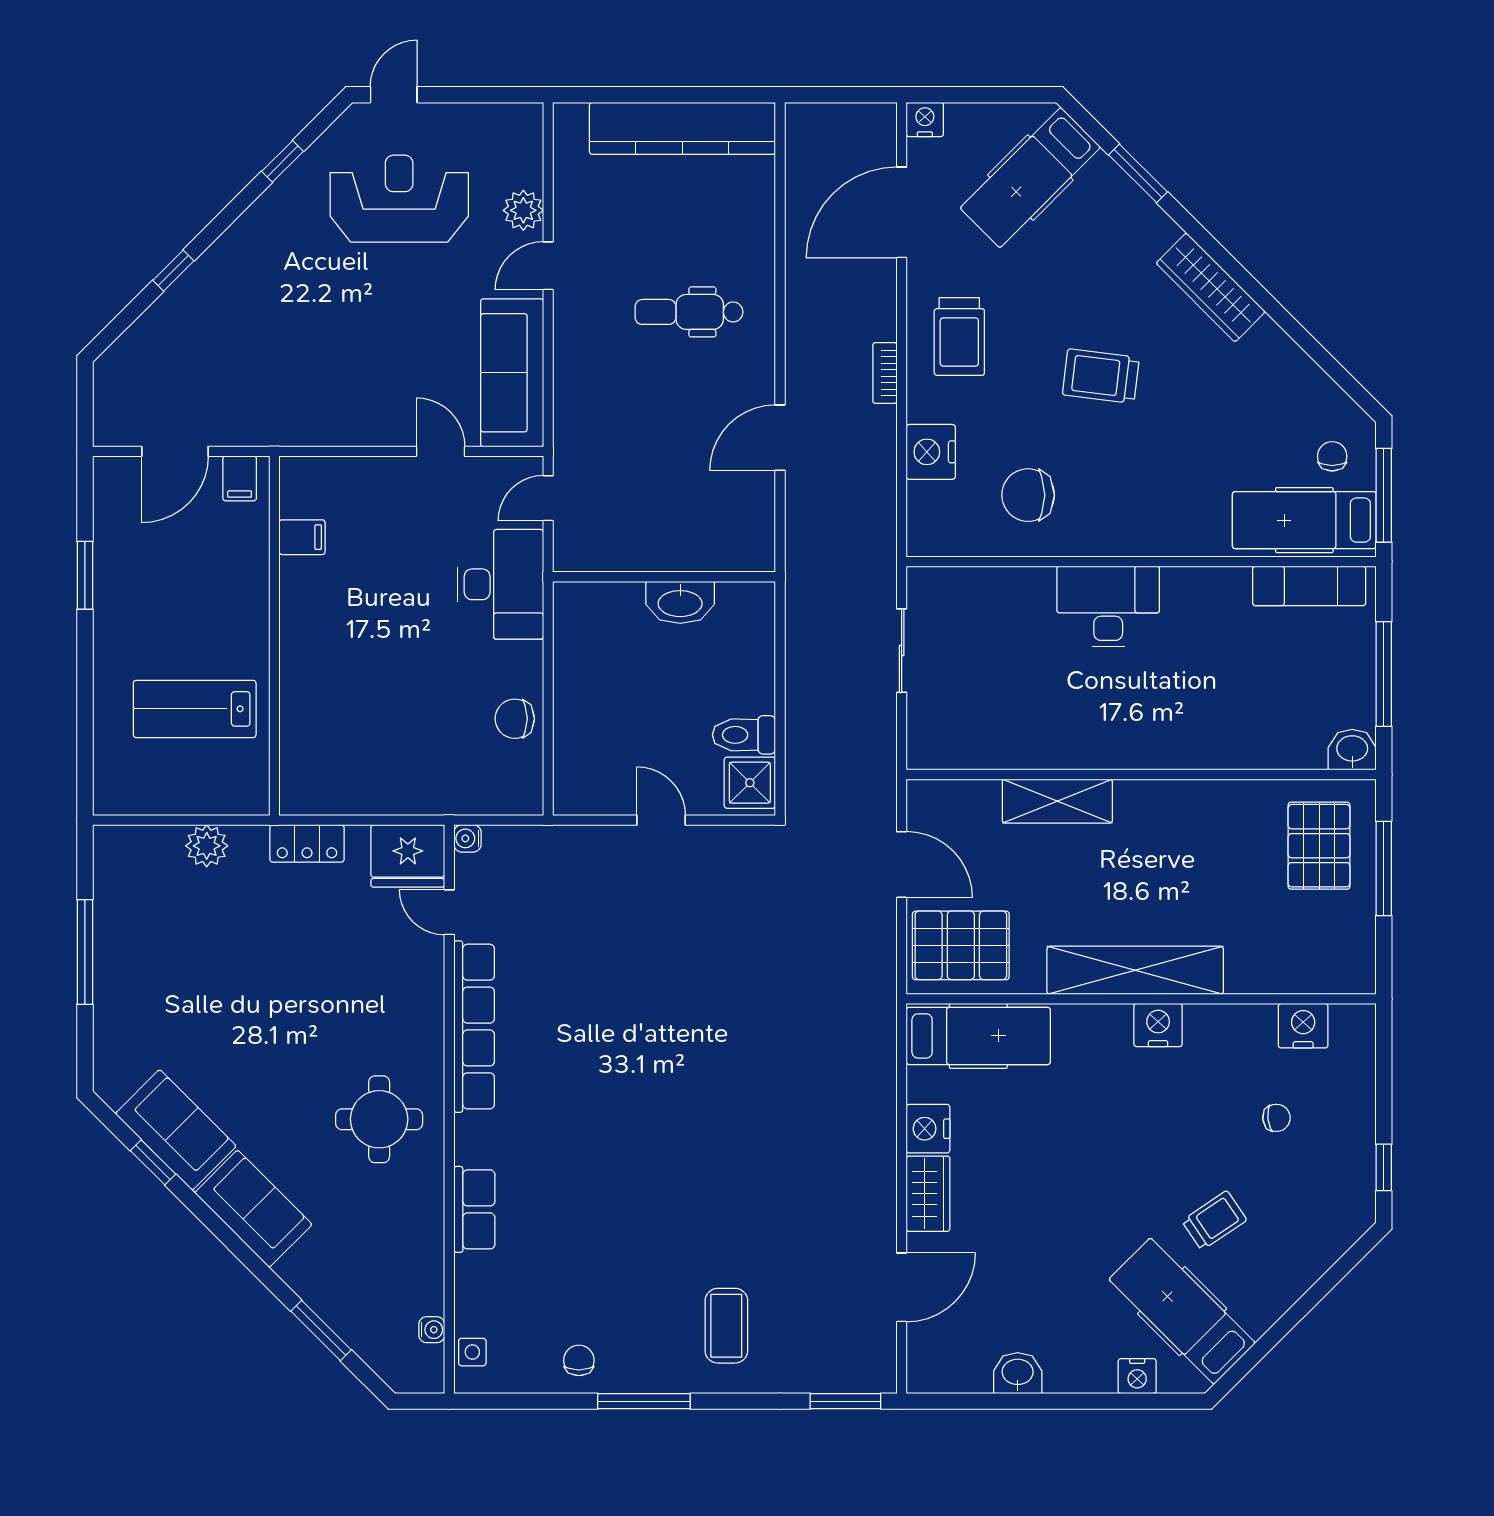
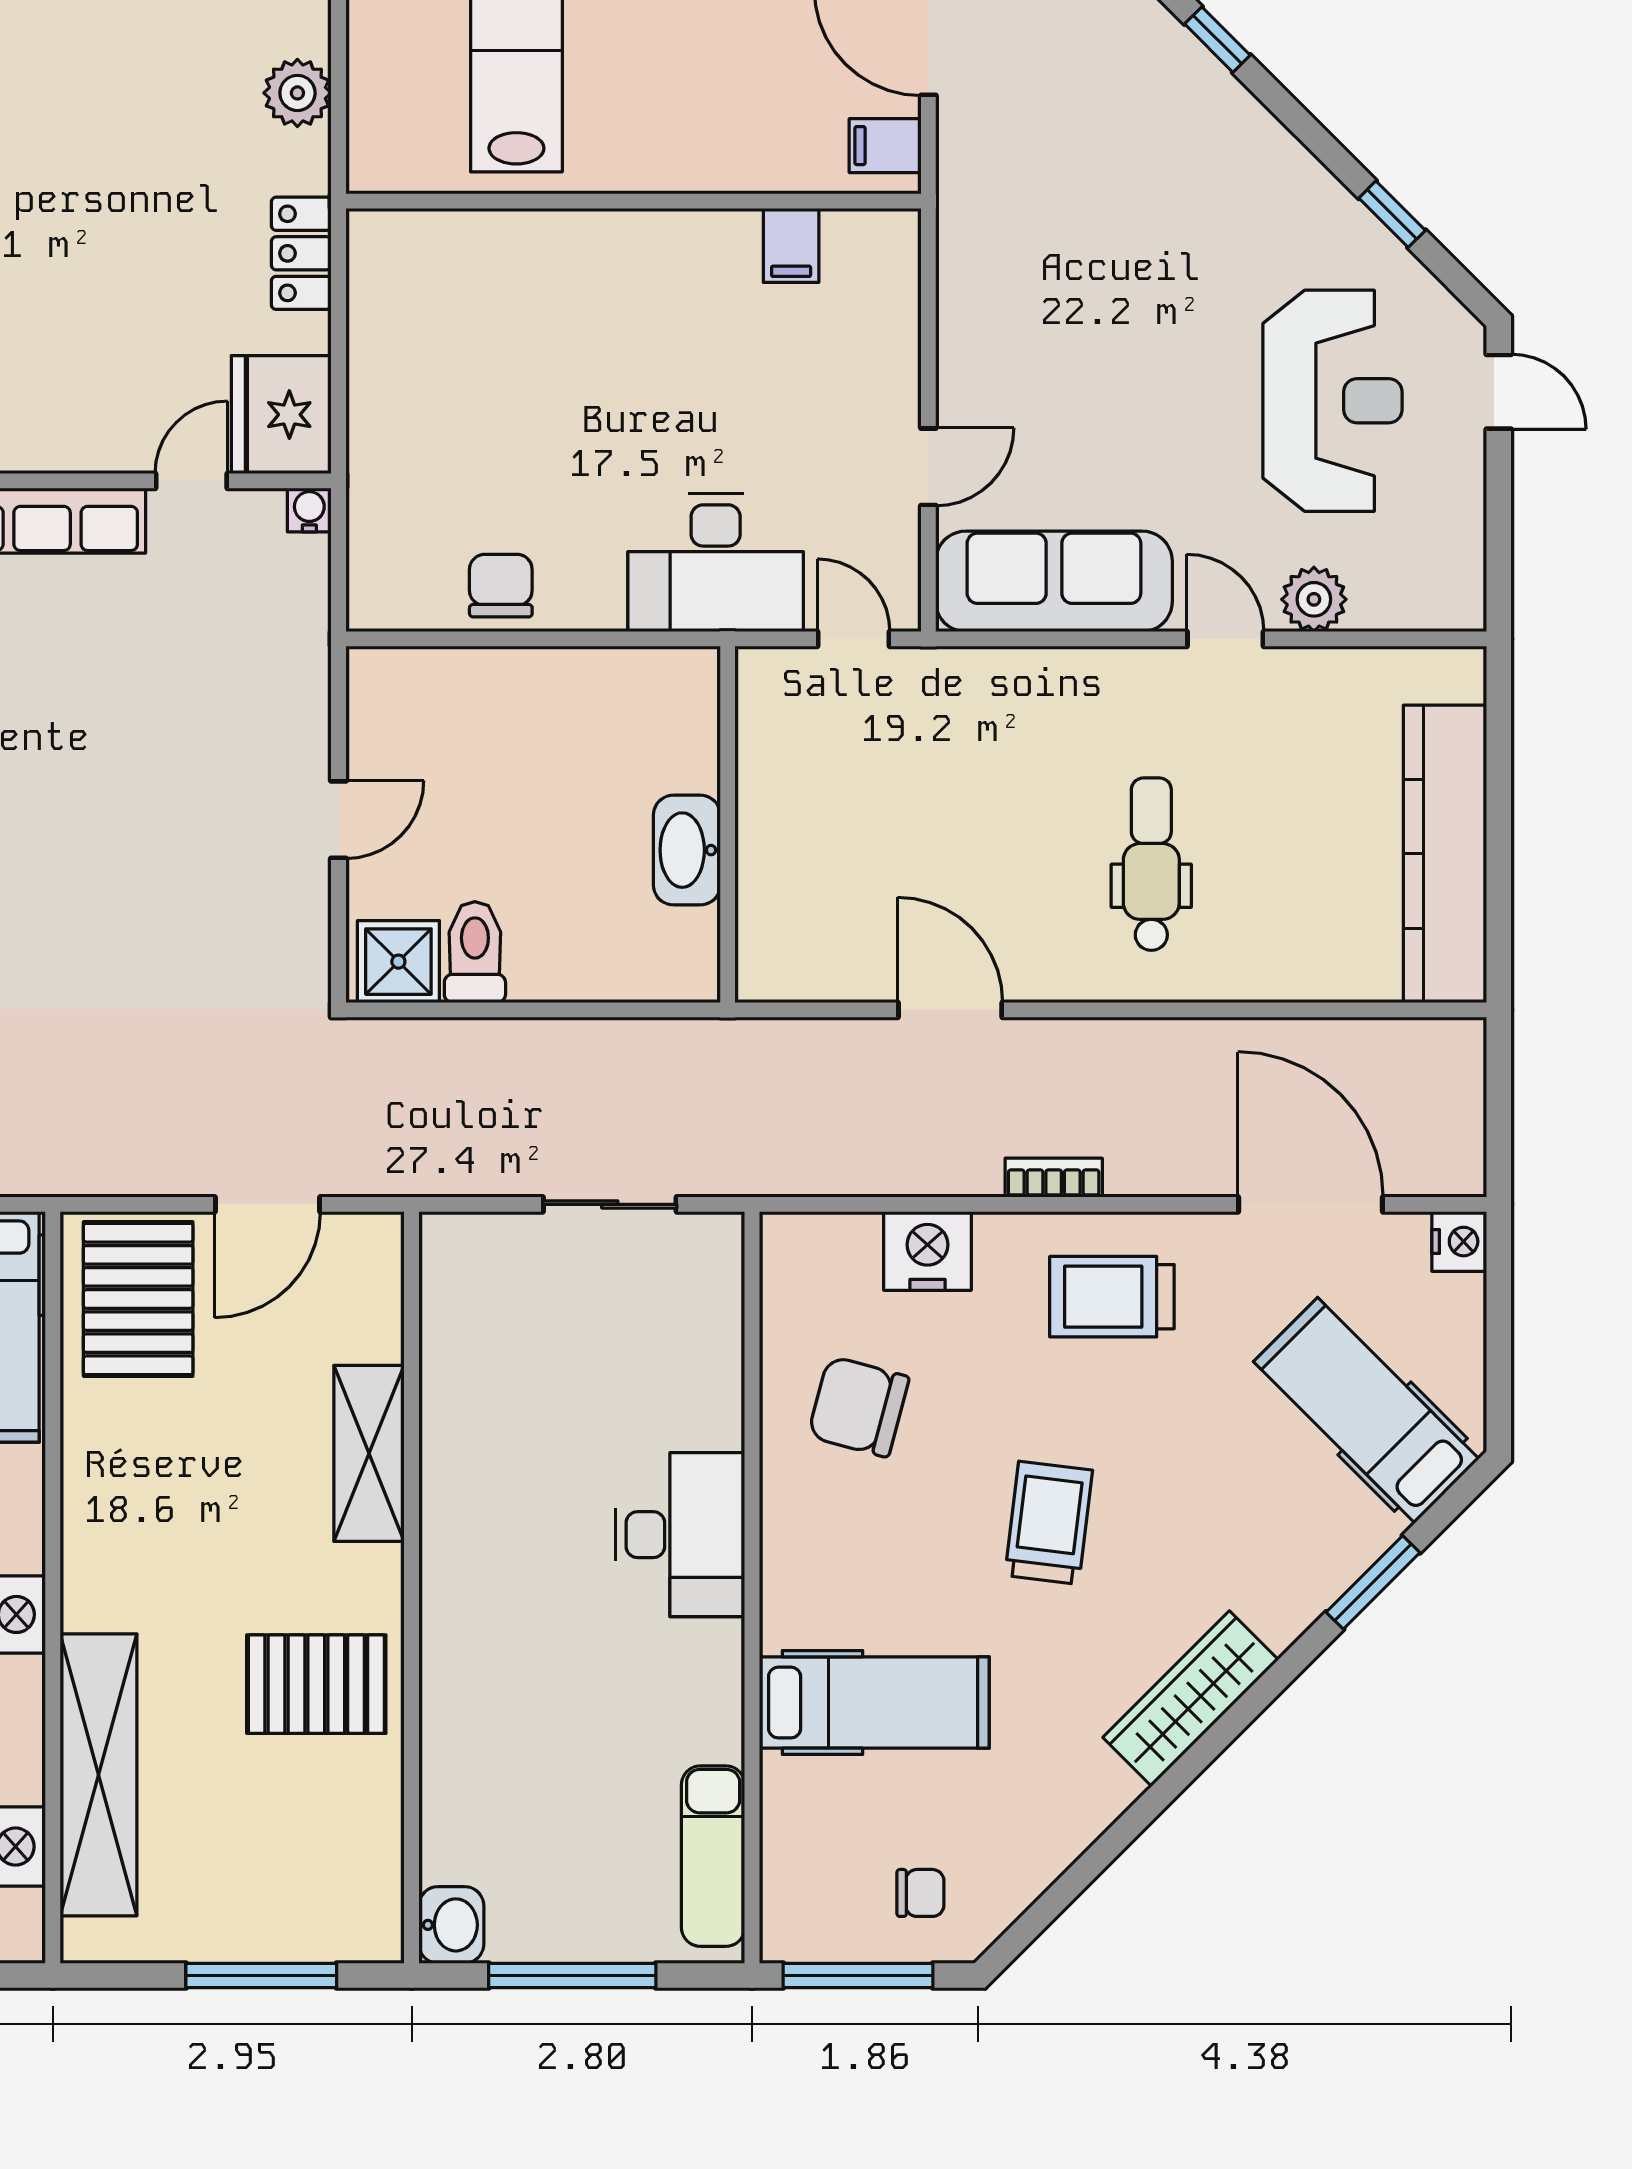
chair: (1028, 495) -> (858, 1407), turned -75
hospital bed: (1304, 520) -> (874, 1703), moved, turned 90
pallet: (1319, 846) -> (316, 1684), moved
shelving: (1135, 970) -> (98, 1775), moved

